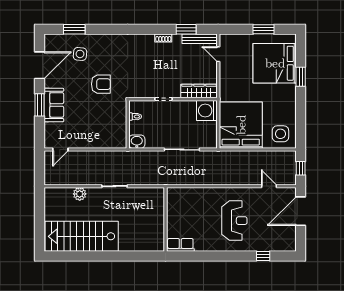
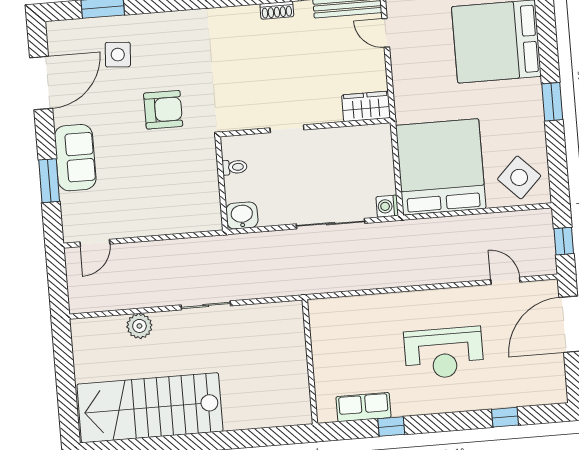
window: (301, 77) -> (552, 102), moved
wardrobe: (199, 91) -> (366, 106), width x0.67
window: (40, 105) -> (49, 181), moved
washing machine: (207, 110) -> (387, 206), moved, width x0.53, depth x0.53
side table: (280, 134) -> (519, 177), turned 45
reception desk: (234, 221) -> (444, 353), turned 90
row of seats: (180, 245) -> (363, 407), moved
window: (204, 256) -> (391, 427), added

